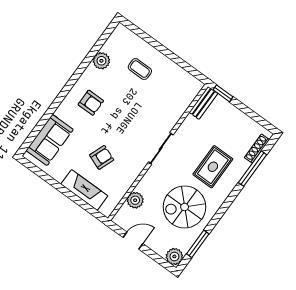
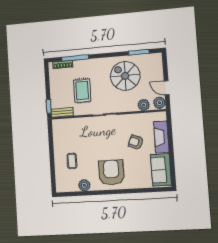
armchair: (91, 103) -> (111, 172), width x1.88, depth x1.88
sofa: (50, 140) -> (161, 170), moved, turned -90
rug: (213, 167) -> (82, 91), moved, turned 90
spiral stairs: (185, 207) -> (125, 76), turned 180
plant: (174, 256) -> (159, 103), moved

